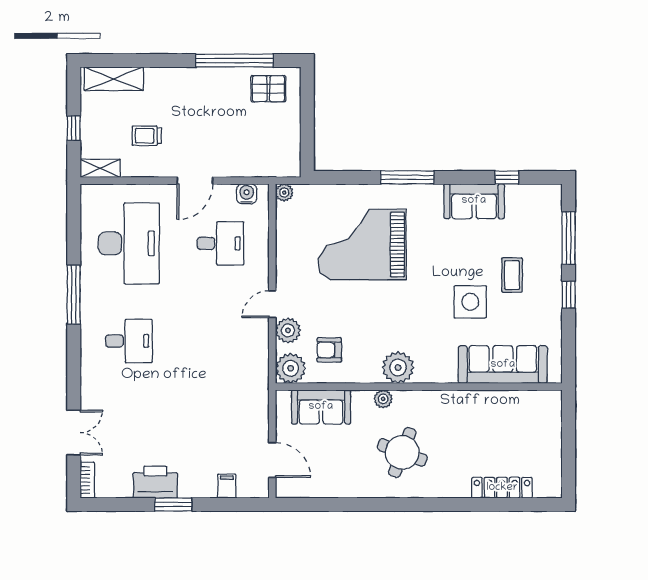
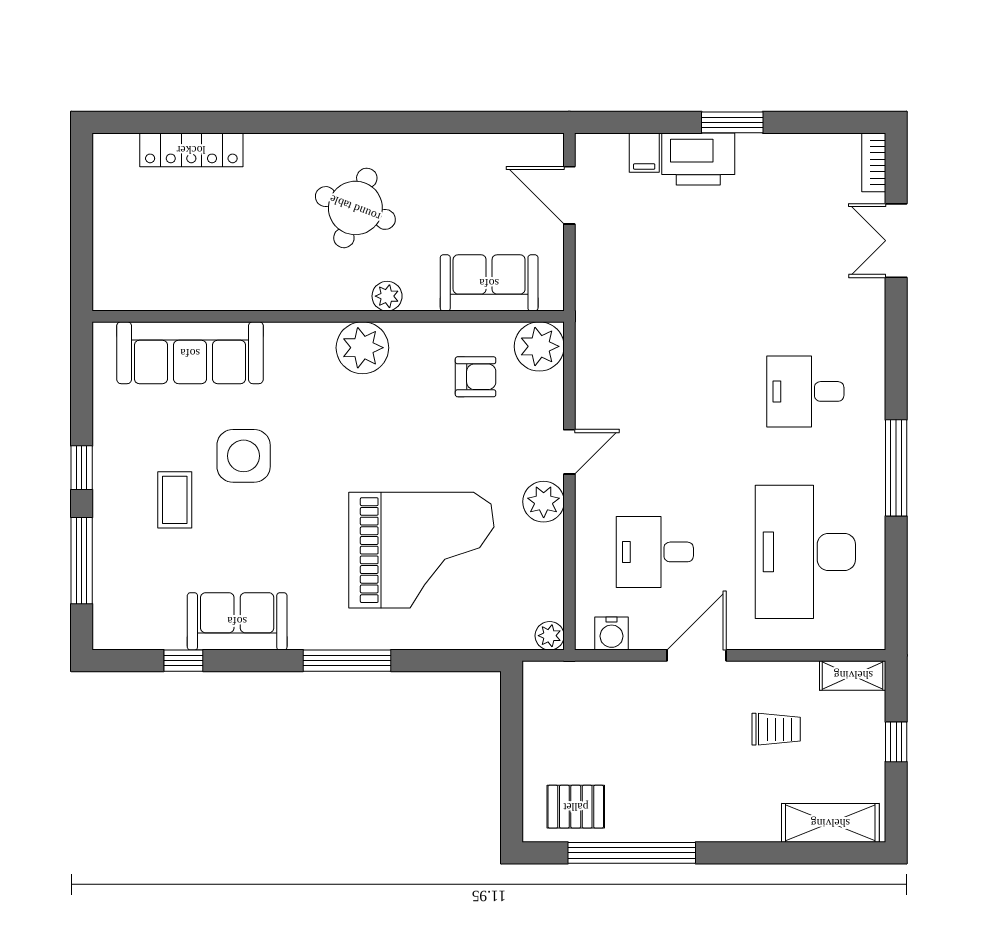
plant: (288, 330) -> (544, 502), moved
printer: (155, 482) -> (698, 159), moved

